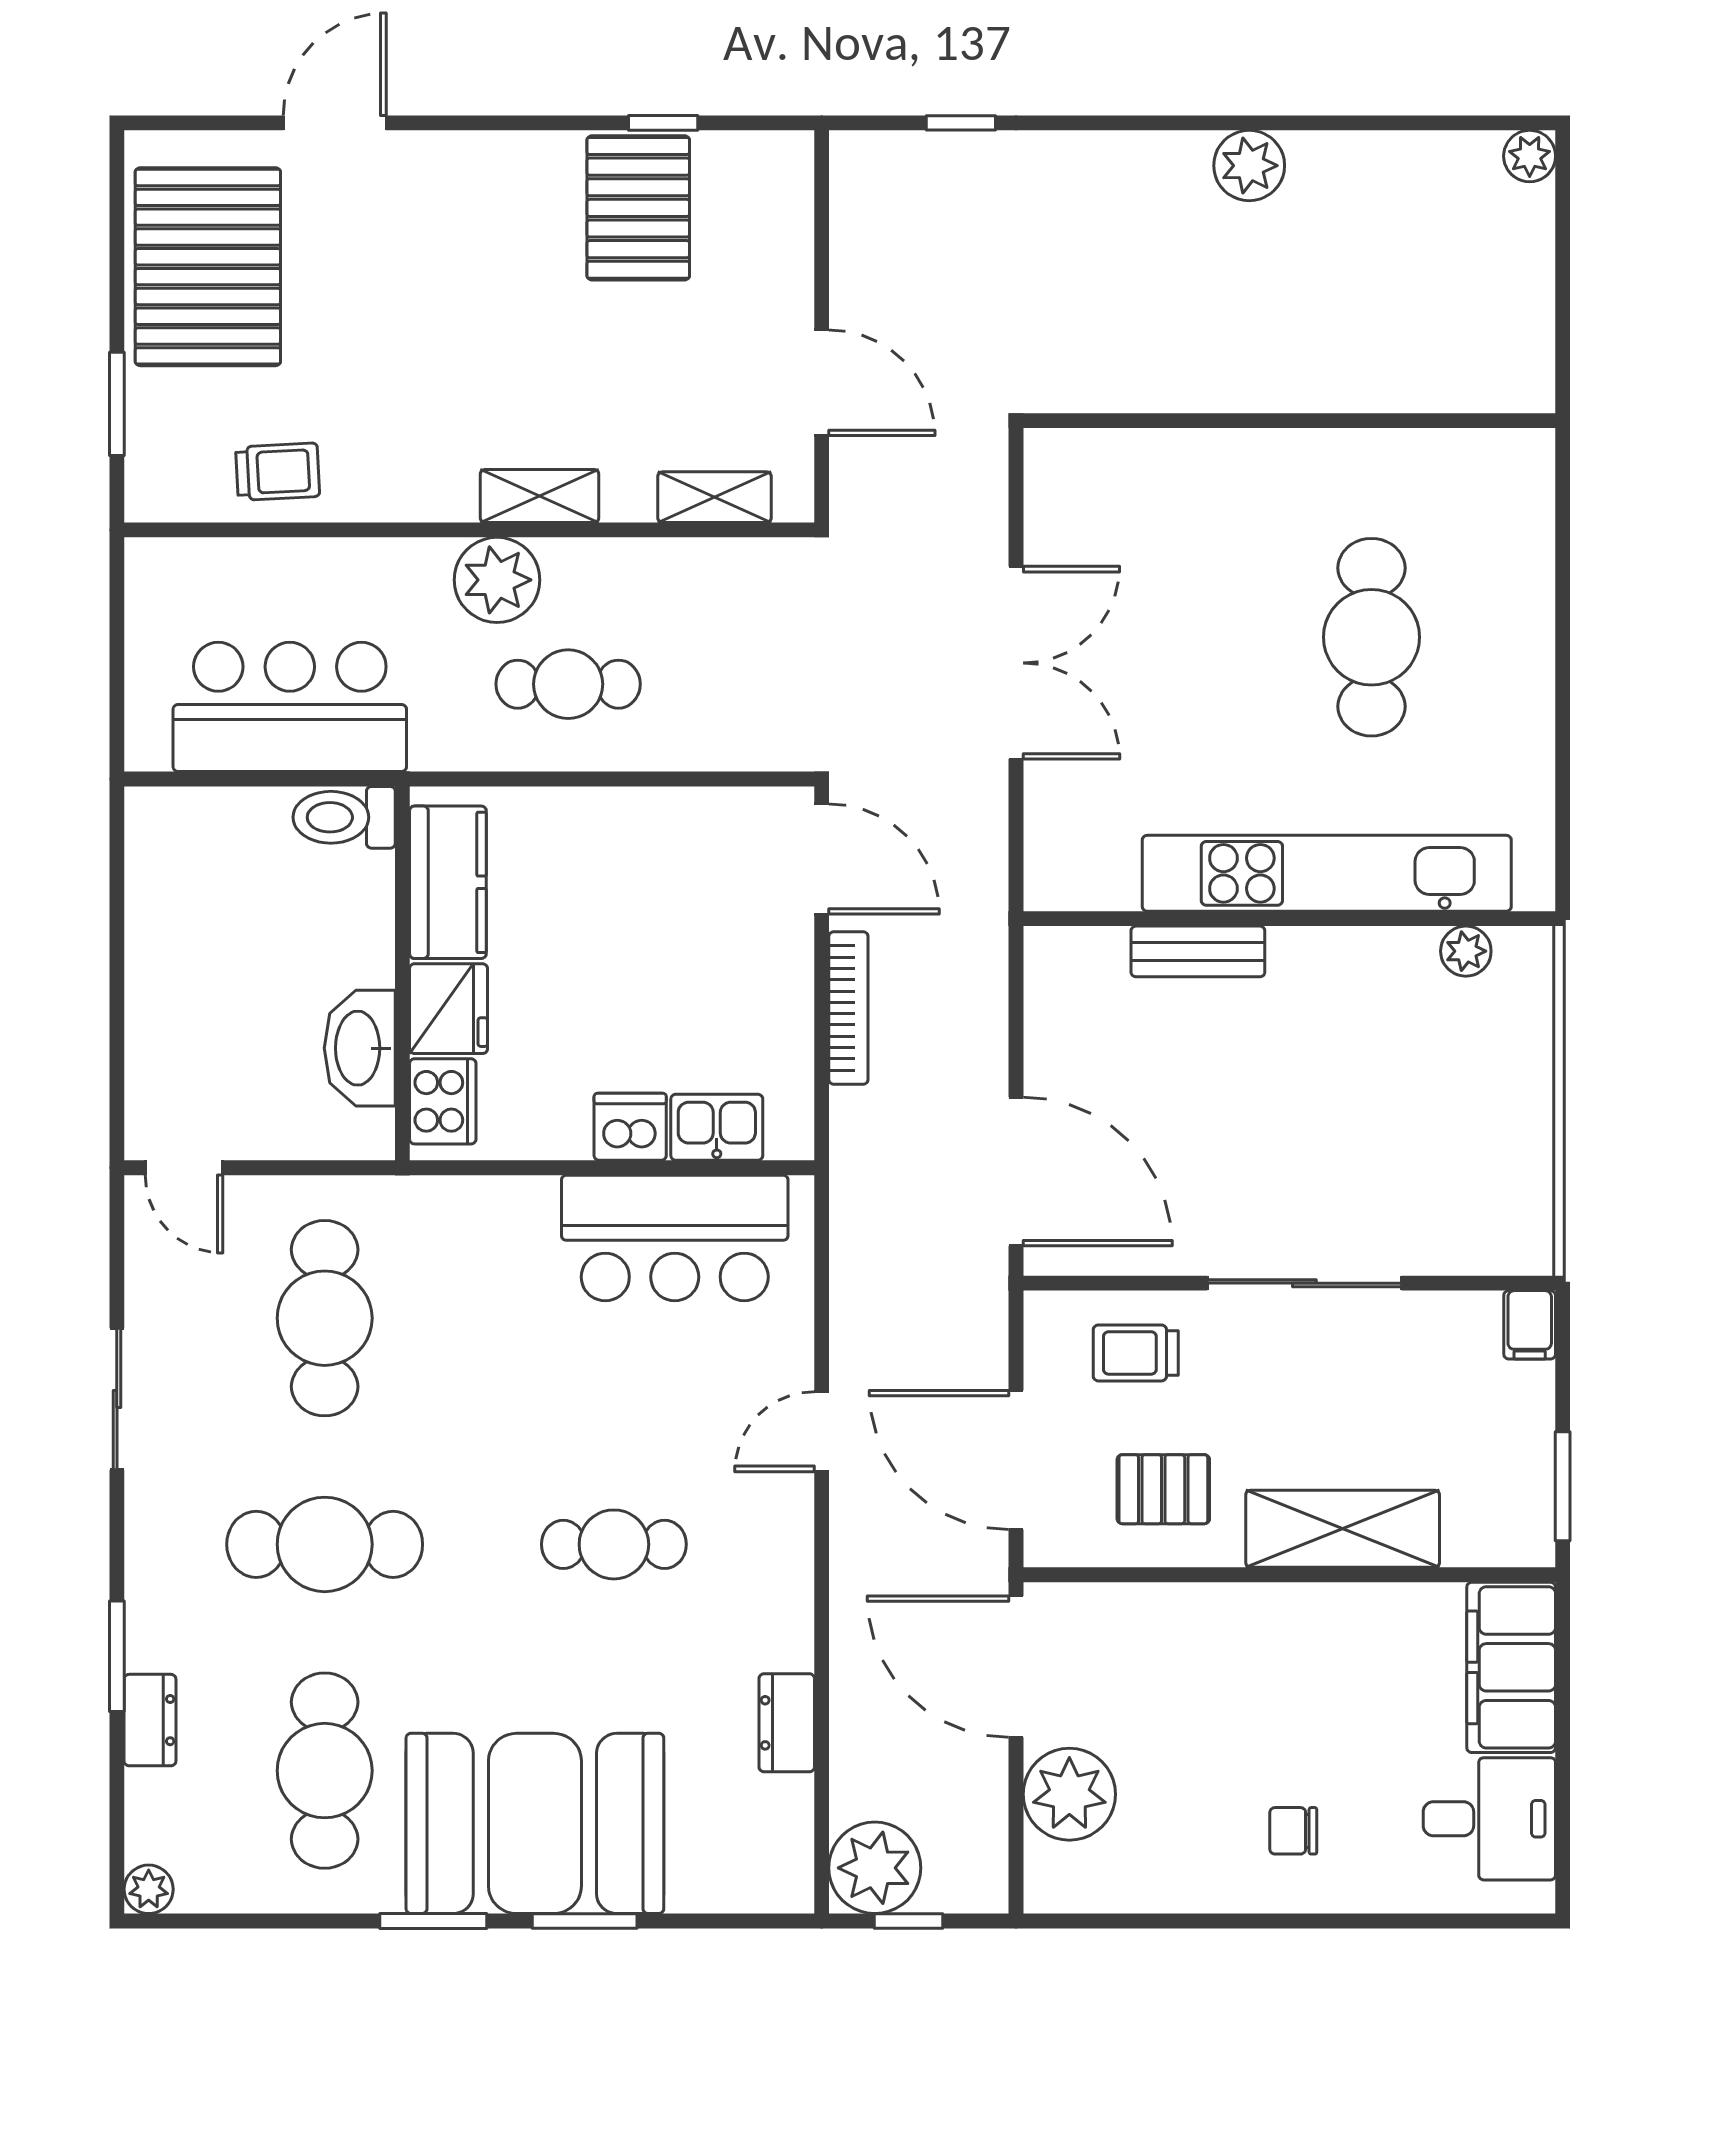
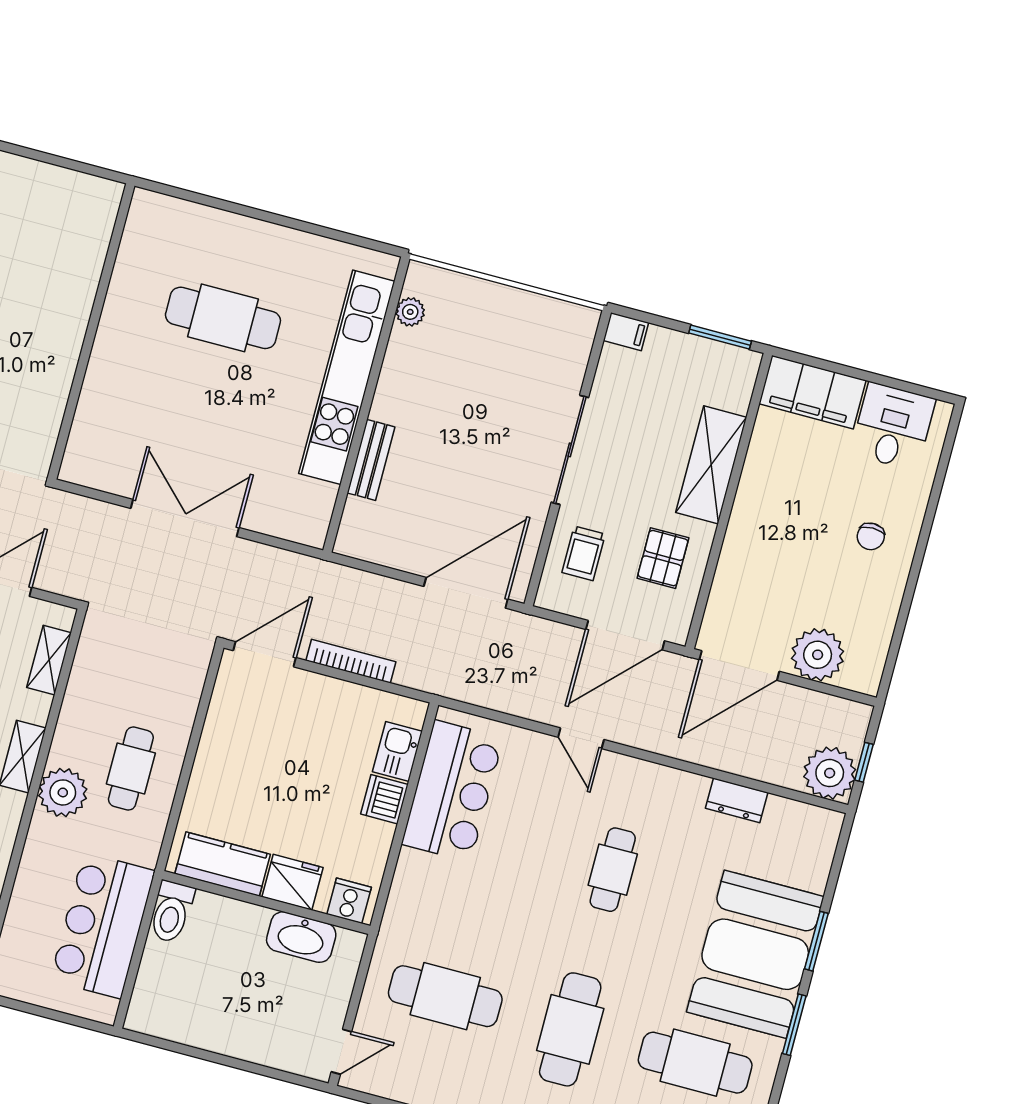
cooker: (443, 1101) -> (349, 901), width x0.73

